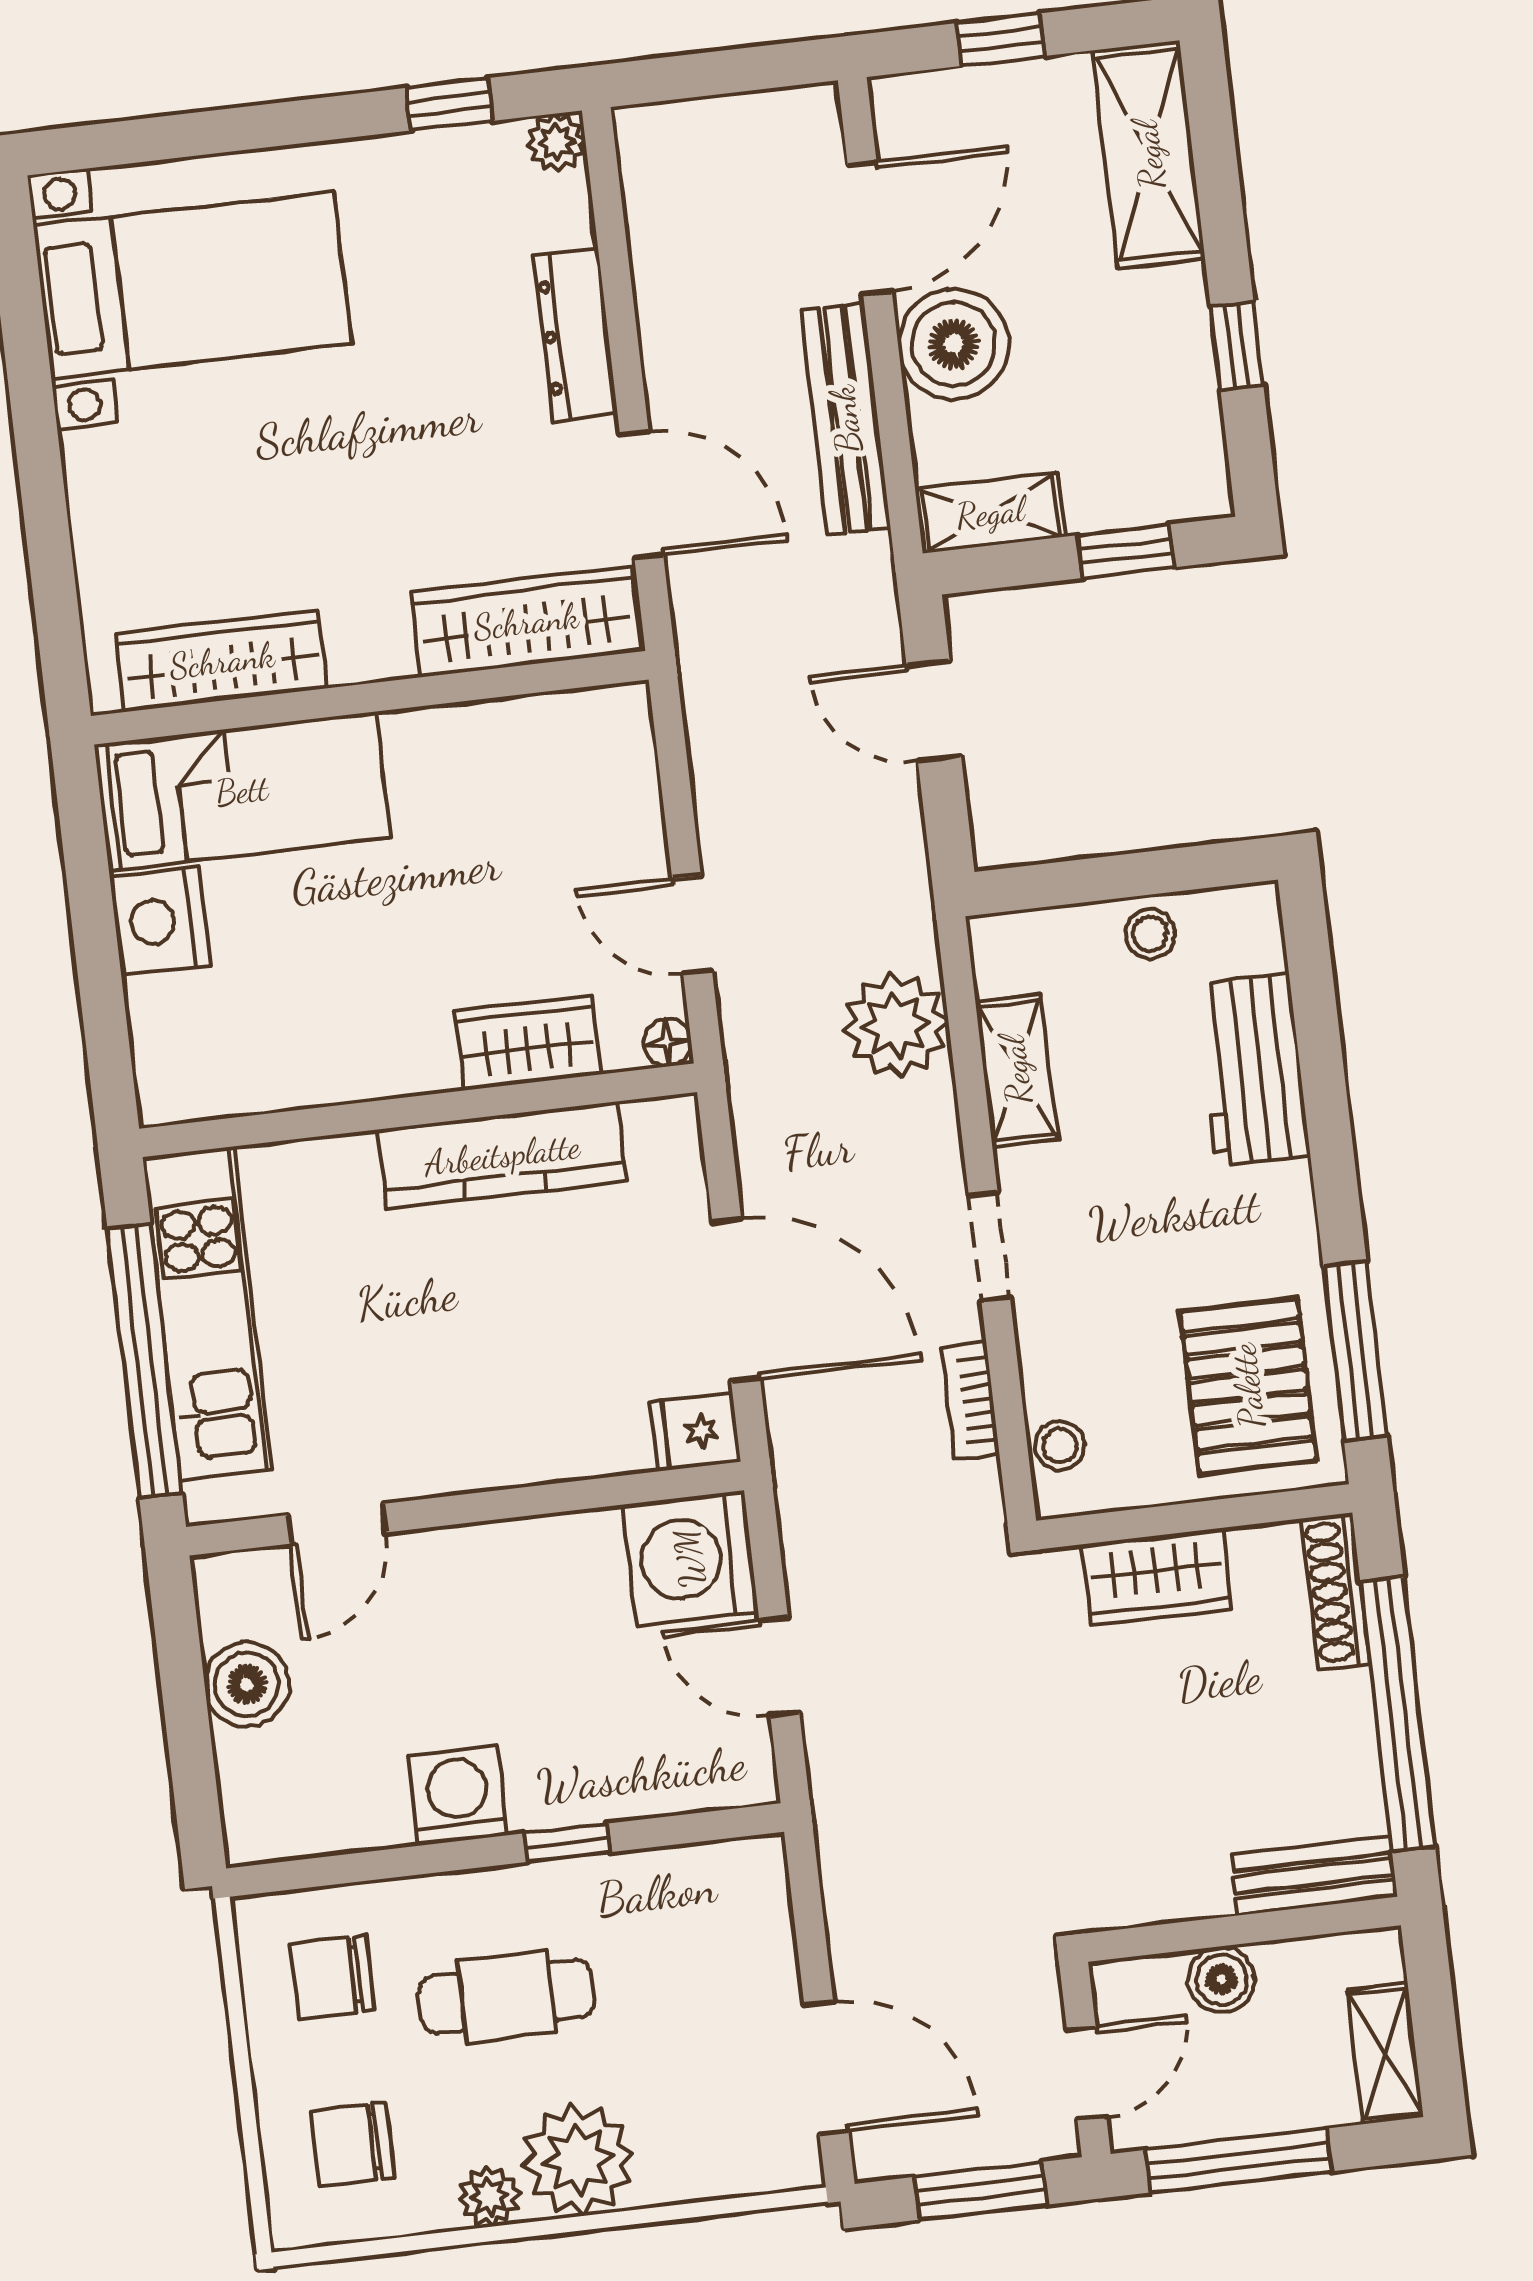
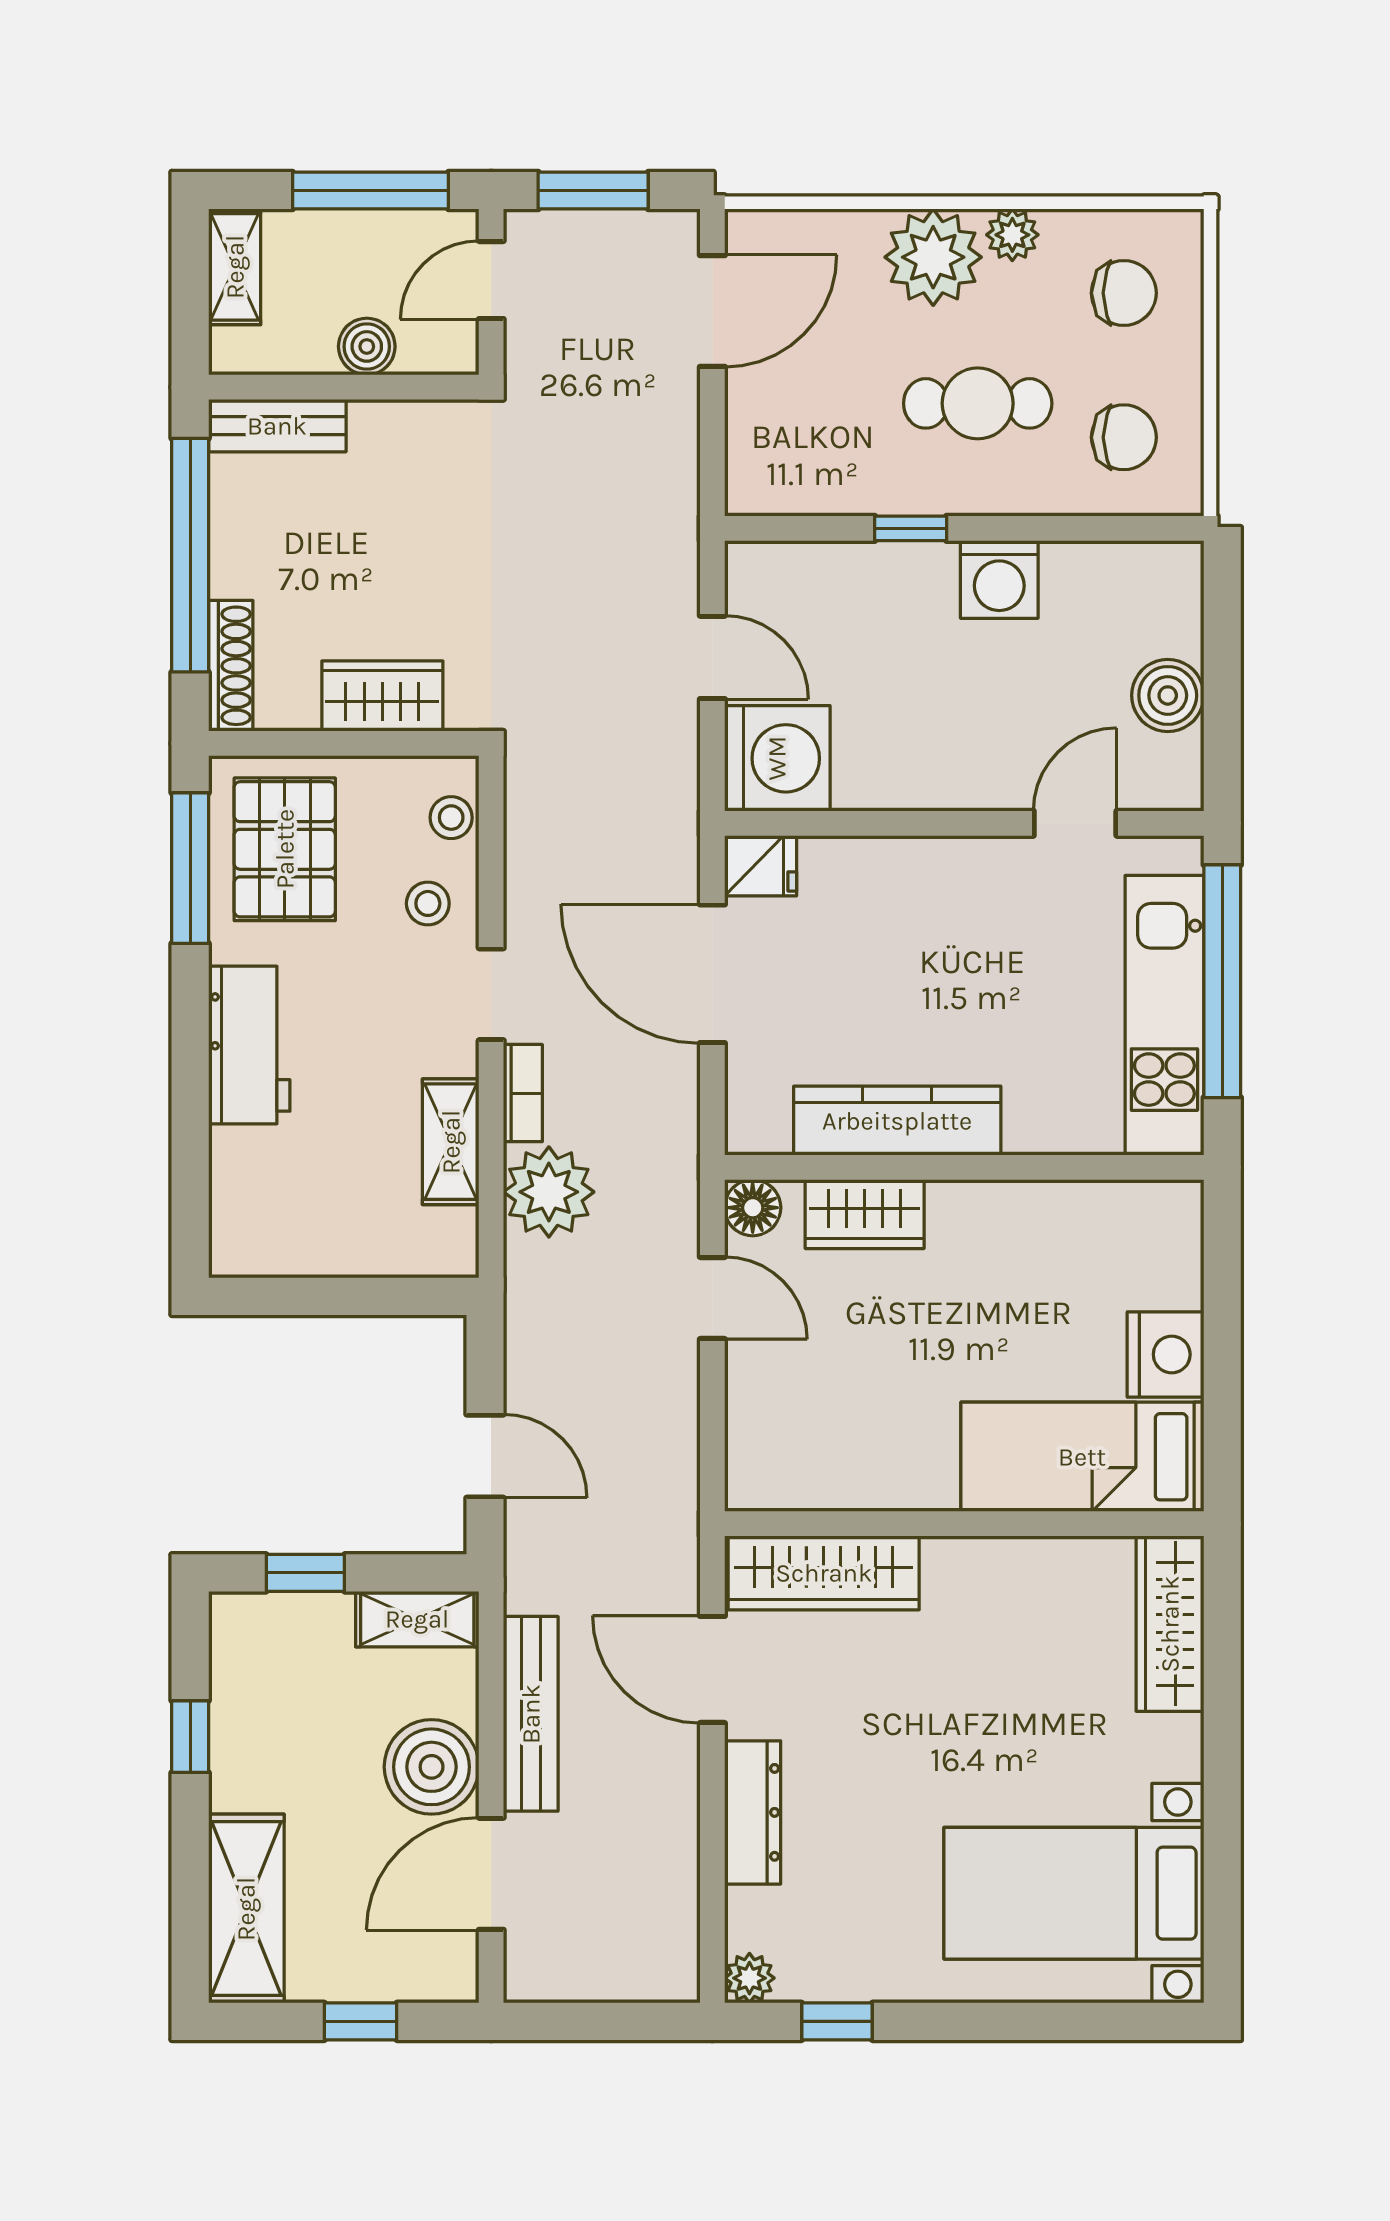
wardrobe: (222, 661) -> (1170, 1624), moved, turned 90
stool: (1150, 934) -> (428, 903), moved
floor lamp: (667, 1043) -> (753, 1208), width x1.37, depth x1.37
workbench: (1253, 1070) -> (249, 1045), moved
bookcase: (970, 1401) -> (523, 1093), moved
door: (826, 2067) -> (712, 311), swing flipped

